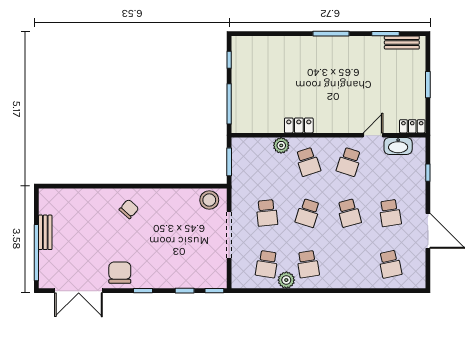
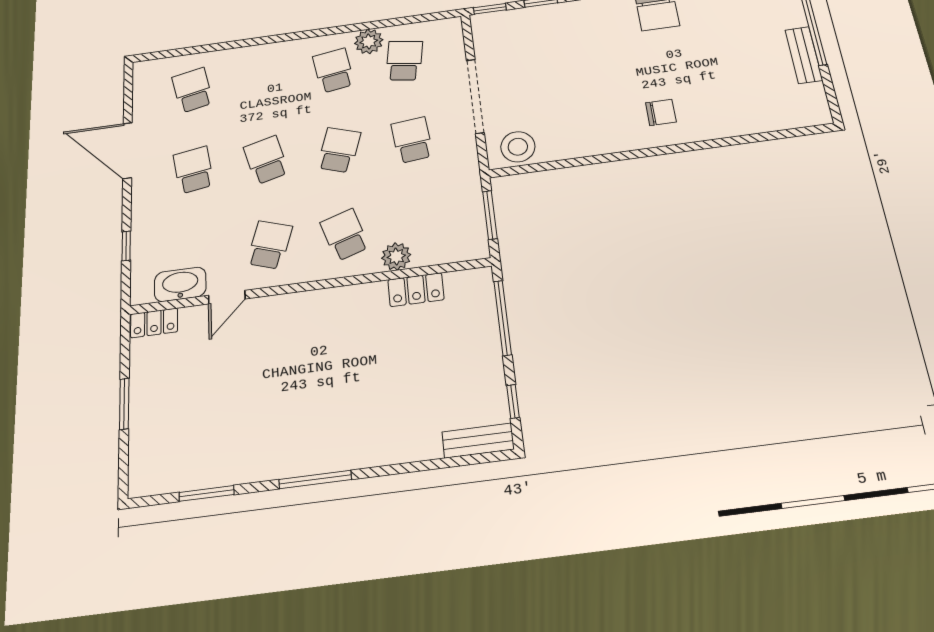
bench: (402, 43) -> (478, 441), moved
locker: (299, 125) -> (416, 290), moved
chair: (129, 209) -> (661, 112), turned -132

